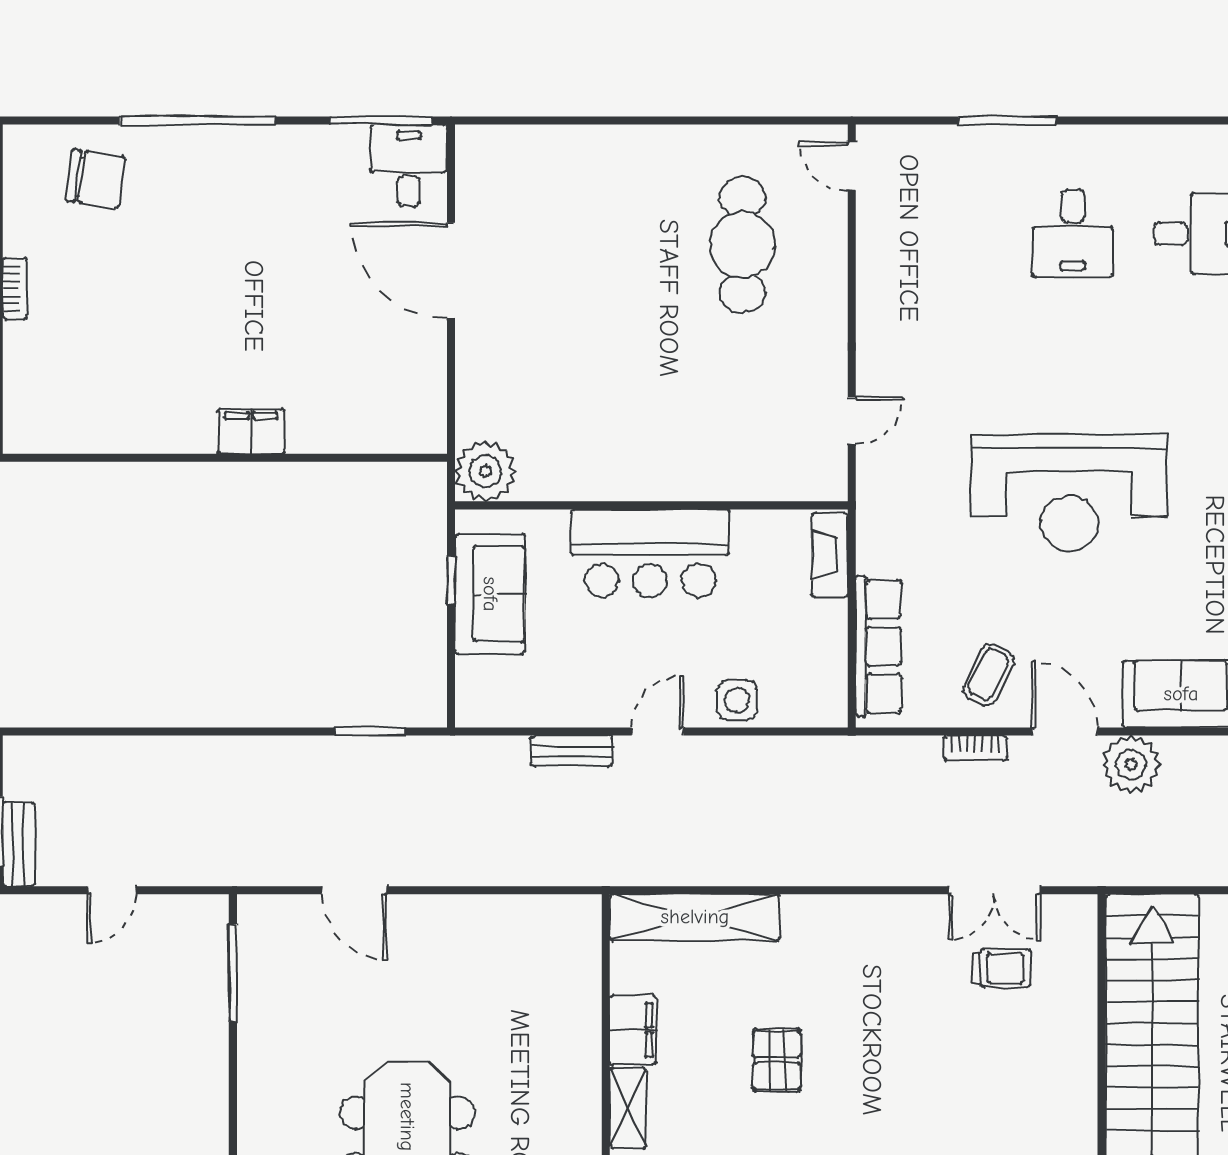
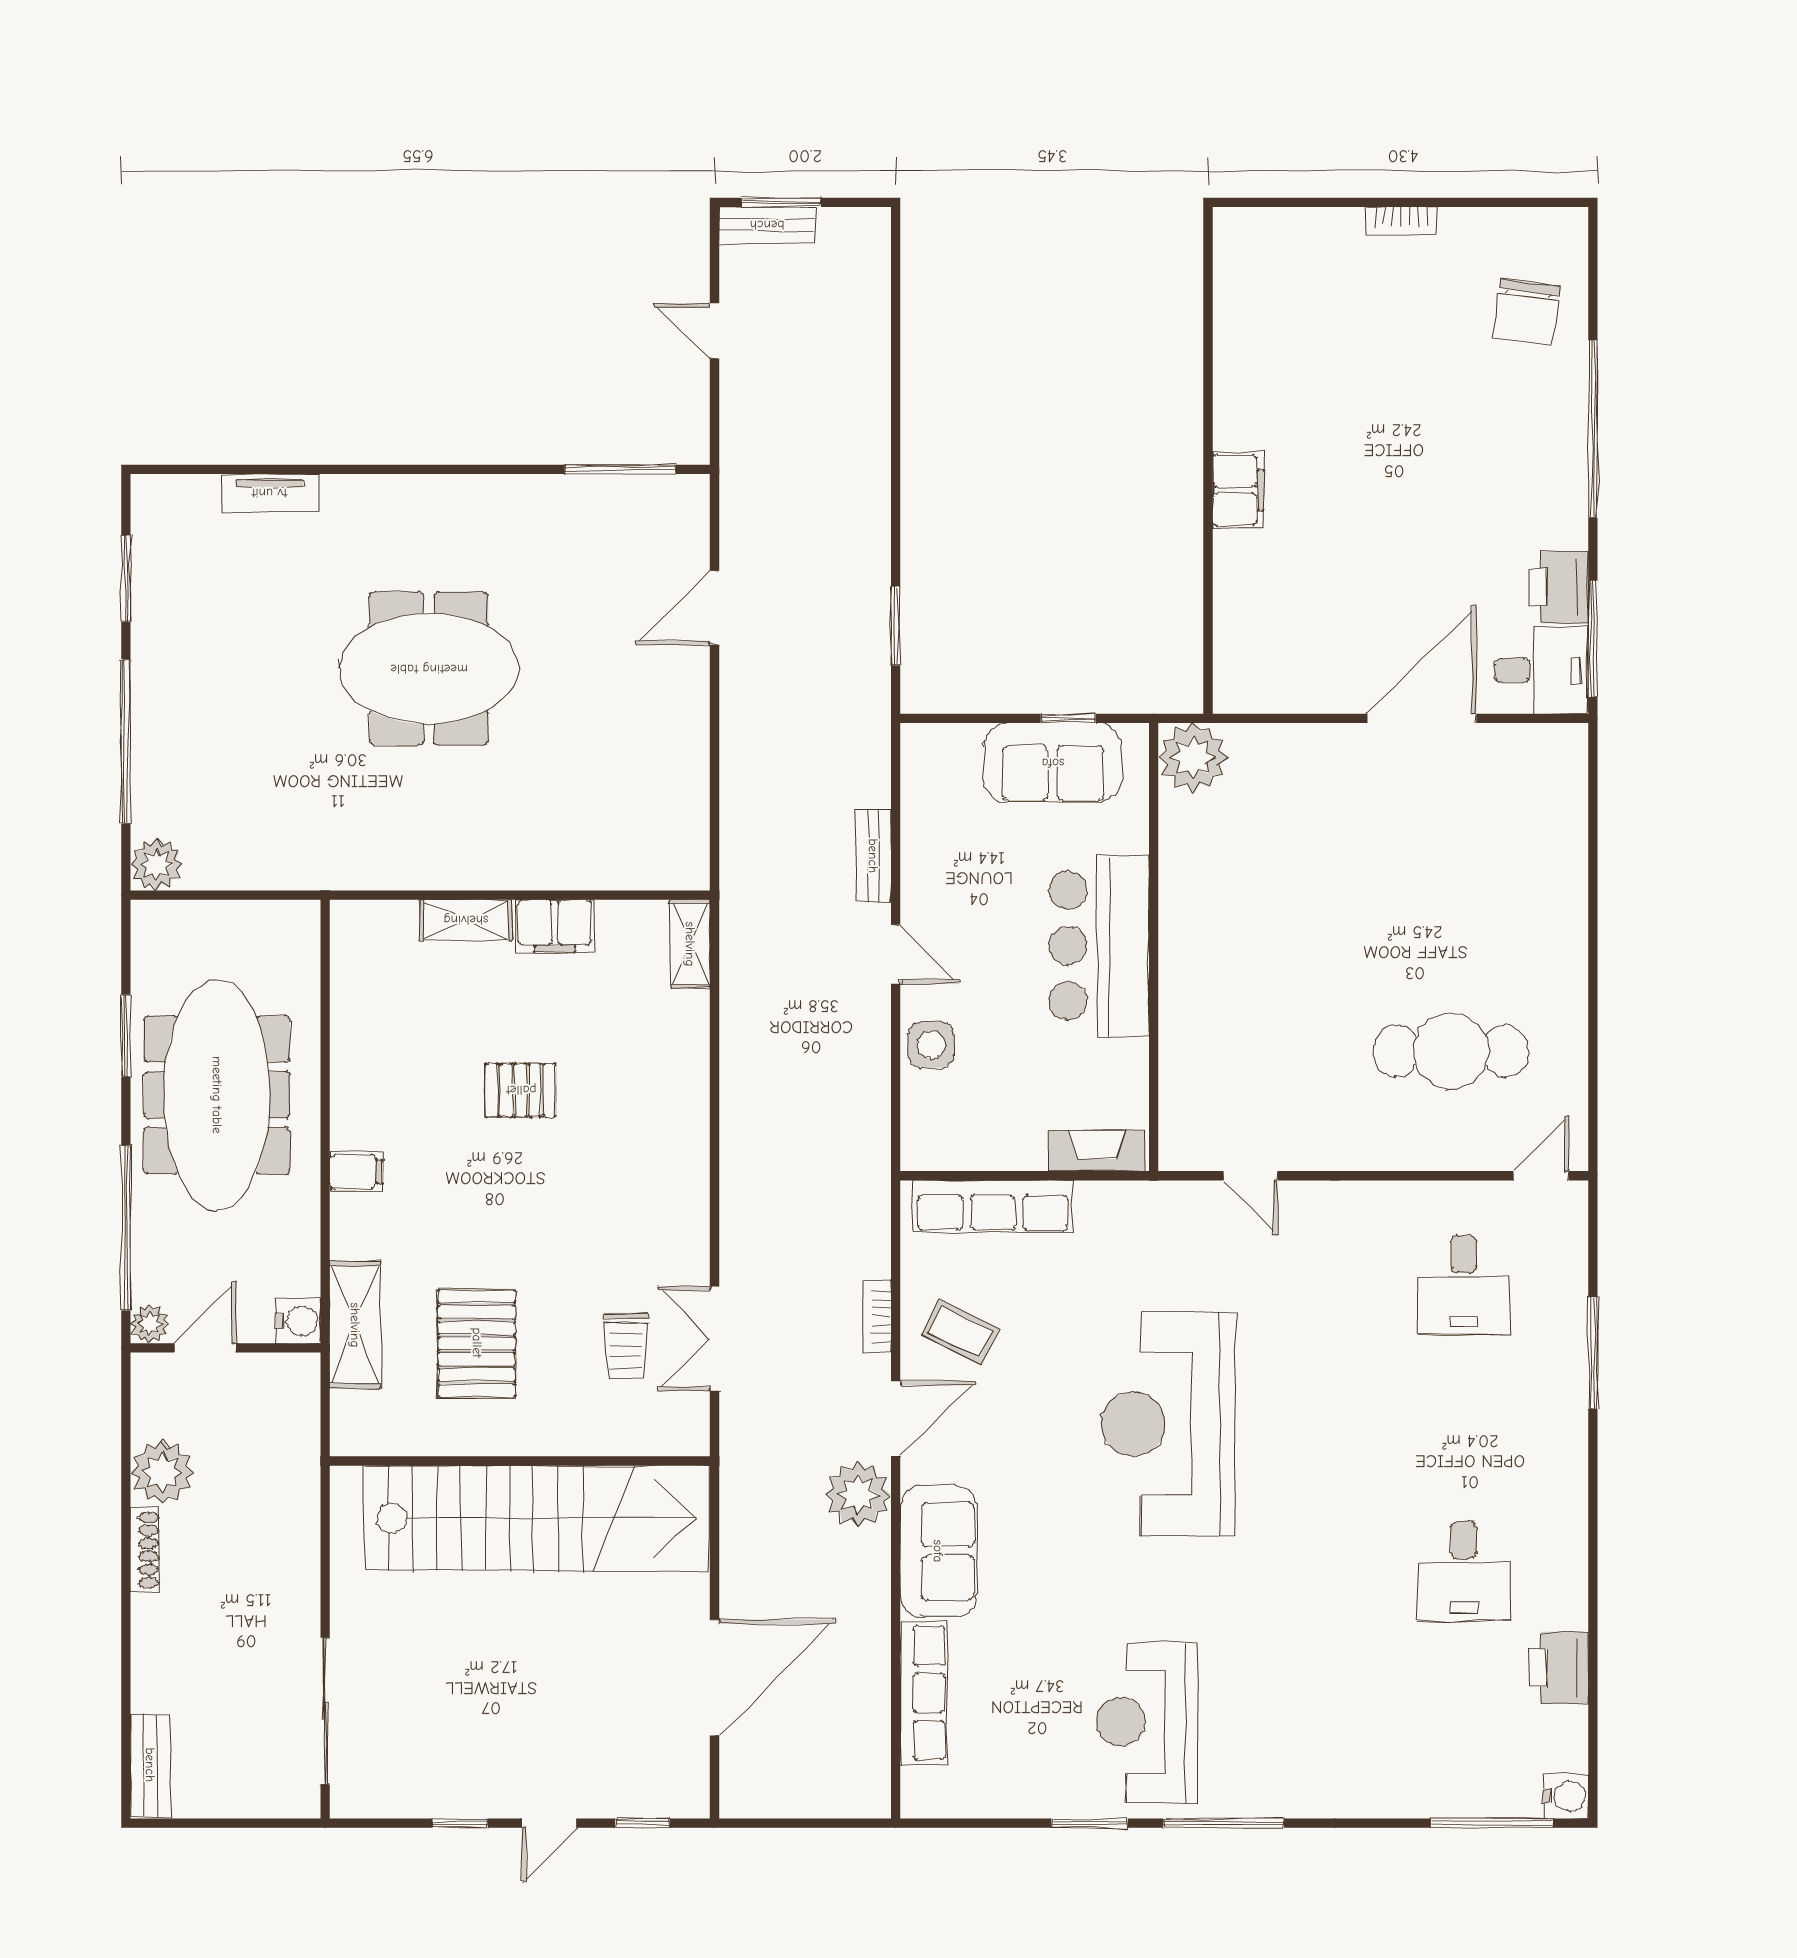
printer: (336, 150) -> (1559, 587), added
desk: (1073, 234) -> (1464, 1285), moved, turned -90
shelving: (695, 917) -> (690, 944), width x0.45, depth x0.75
pallet: (999, 1099) -> (477, 1343), added

